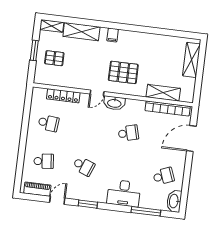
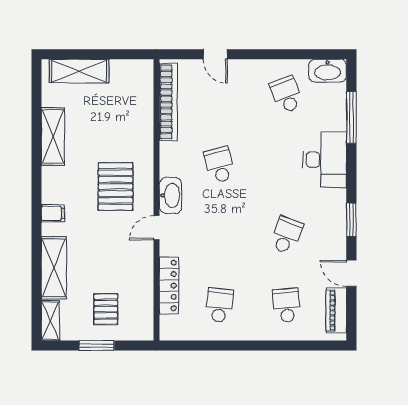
door: (97, 93) -> (157, 228), swing flipped
shelving: (163, 93) -> (53, 136), moved
door: (191, 139) -> (215, 54), width x0.53

